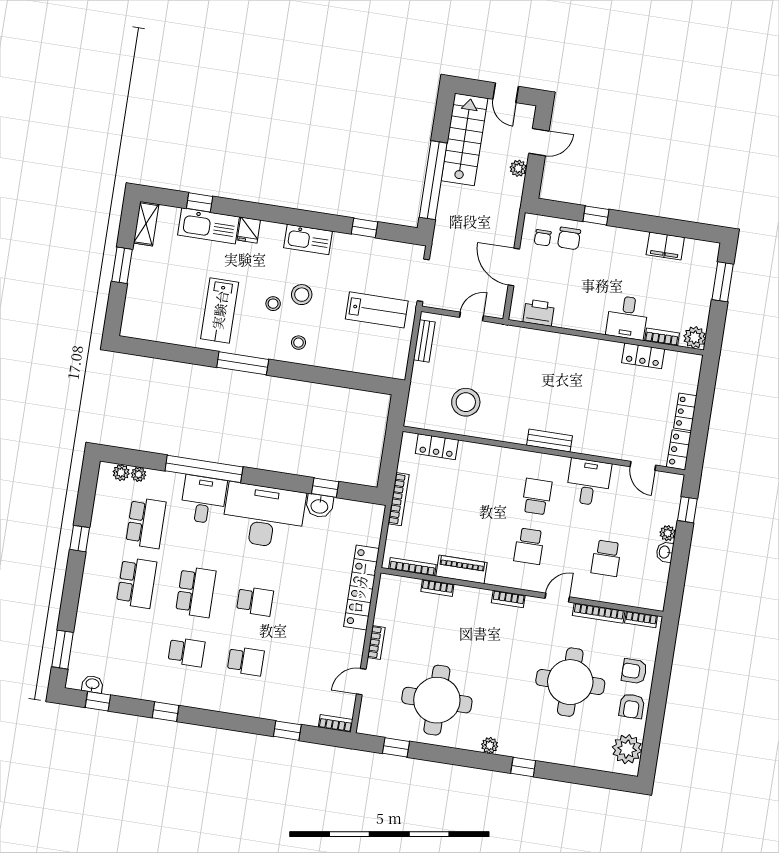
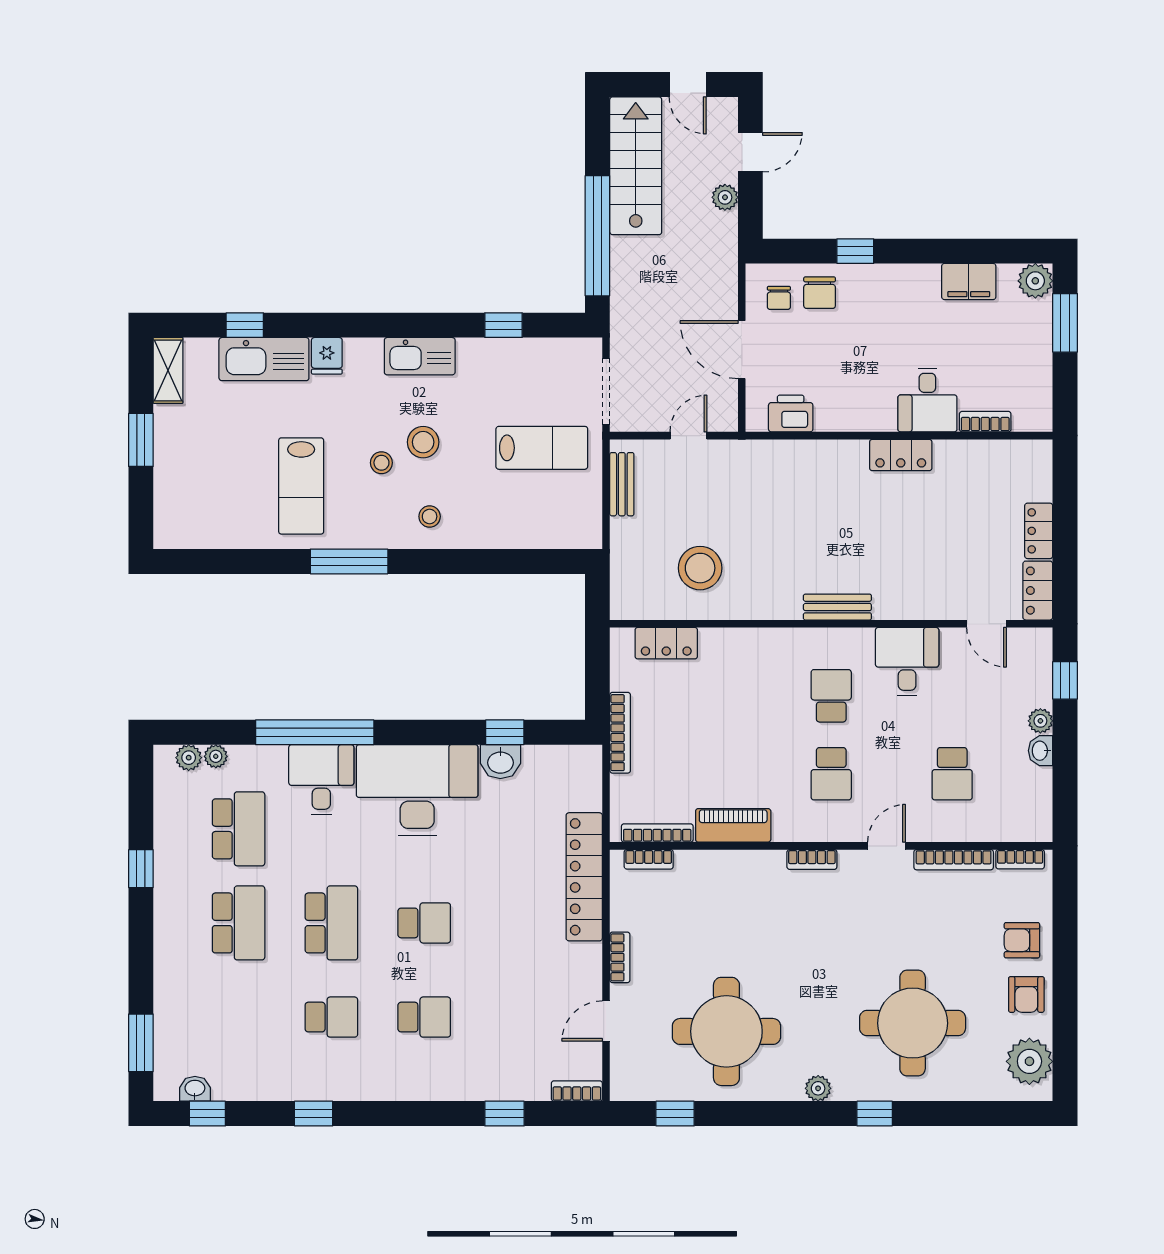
plant: (695, 337) -> (1035, 281), moved
locker: (643, 356) -> (901, 455), moved
bookcase: (437, 588) -> (649, 859), moved
round table: (570, 682) -> (913, 1023), moved

